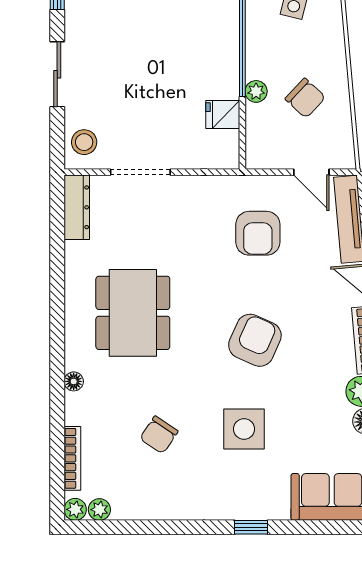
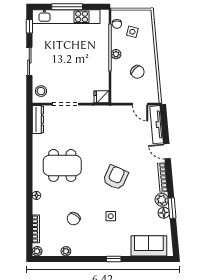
plant: (256, 91) -> (116, 54), moved
fridge: (223, 115) -> (101, 97), moved
armchair: (258, 233) -> (117, 131), removed
dining table: (133, 313) -> (62, 165), turned 90
side table: (244, 429) -> (111, 216), width x0.54, depth x0.54
plant: (99, 510) -> (66, 251), moved

